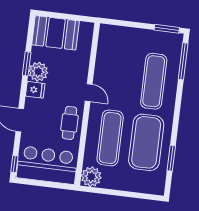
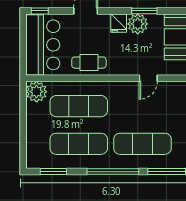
door: (89, 93) -> (148, 78), moved
window: (177, 113) -> (113, 172), added
exercise mat: (146, 142) -> (79, 144), width x0.68
window: (171, 158) -> (53, 172), moved

